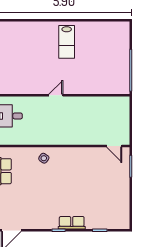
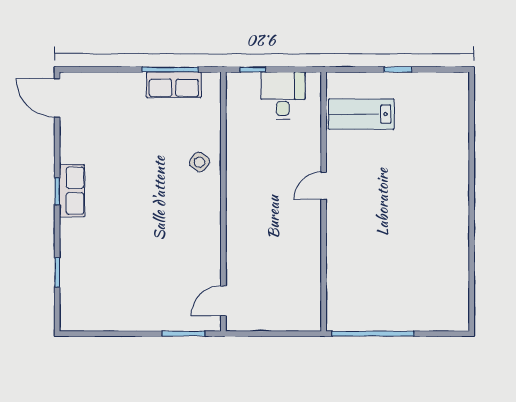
lab bench: (67, 42) -> (361, 114), moved
door: (56, 95) -> (324, 186), swing flipped
row of seats: (72, 223) -> (72, 191), moved

